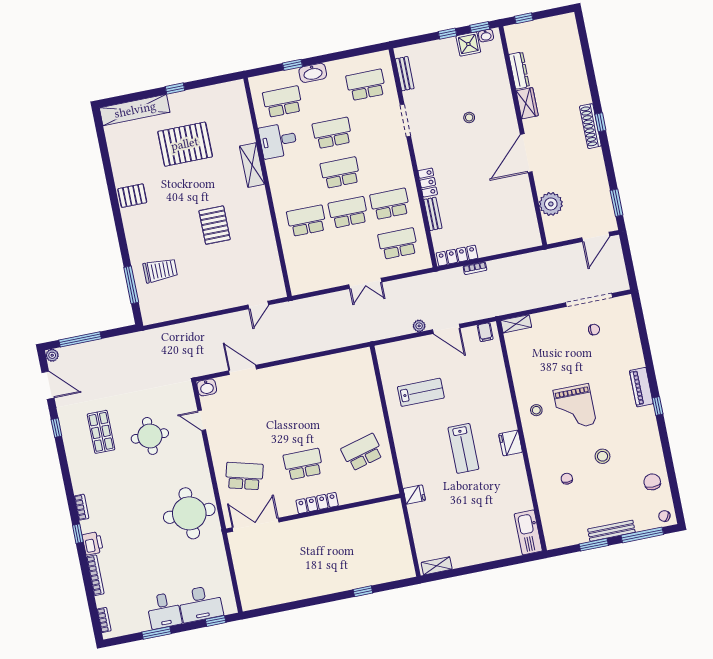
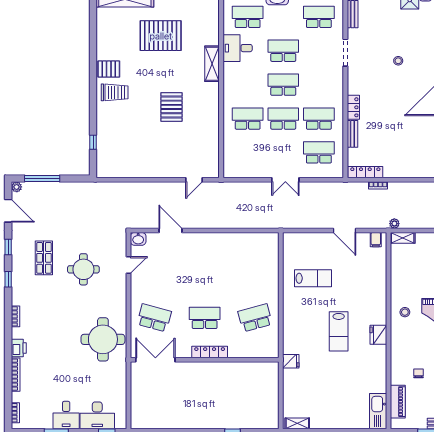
trolley: (160, 270) -> (115, 92), moved
window: (131, 285) -> (93, 142), width x0.46
plant: (419, 326) -> (394, 224), moved
door: (202, 420) -> (129, 265), swing flipped
piano: (549, 517) -> (398, 402), added
window: (78, 534) -> (8, 279), moved

